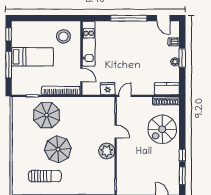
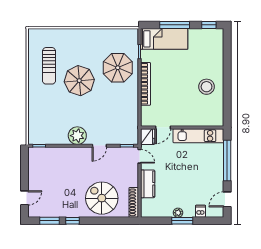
kitchen unit: (89, 44) -> (198, 136), moved
bed: (32, 57) -> (164, 39), moved, turned -90
wall: (81, 58) -> (182, 127), moved
door: (81, 75) -> (163, 127), moved
kitchen counter: (167, 89) -> (148, 184), moved

